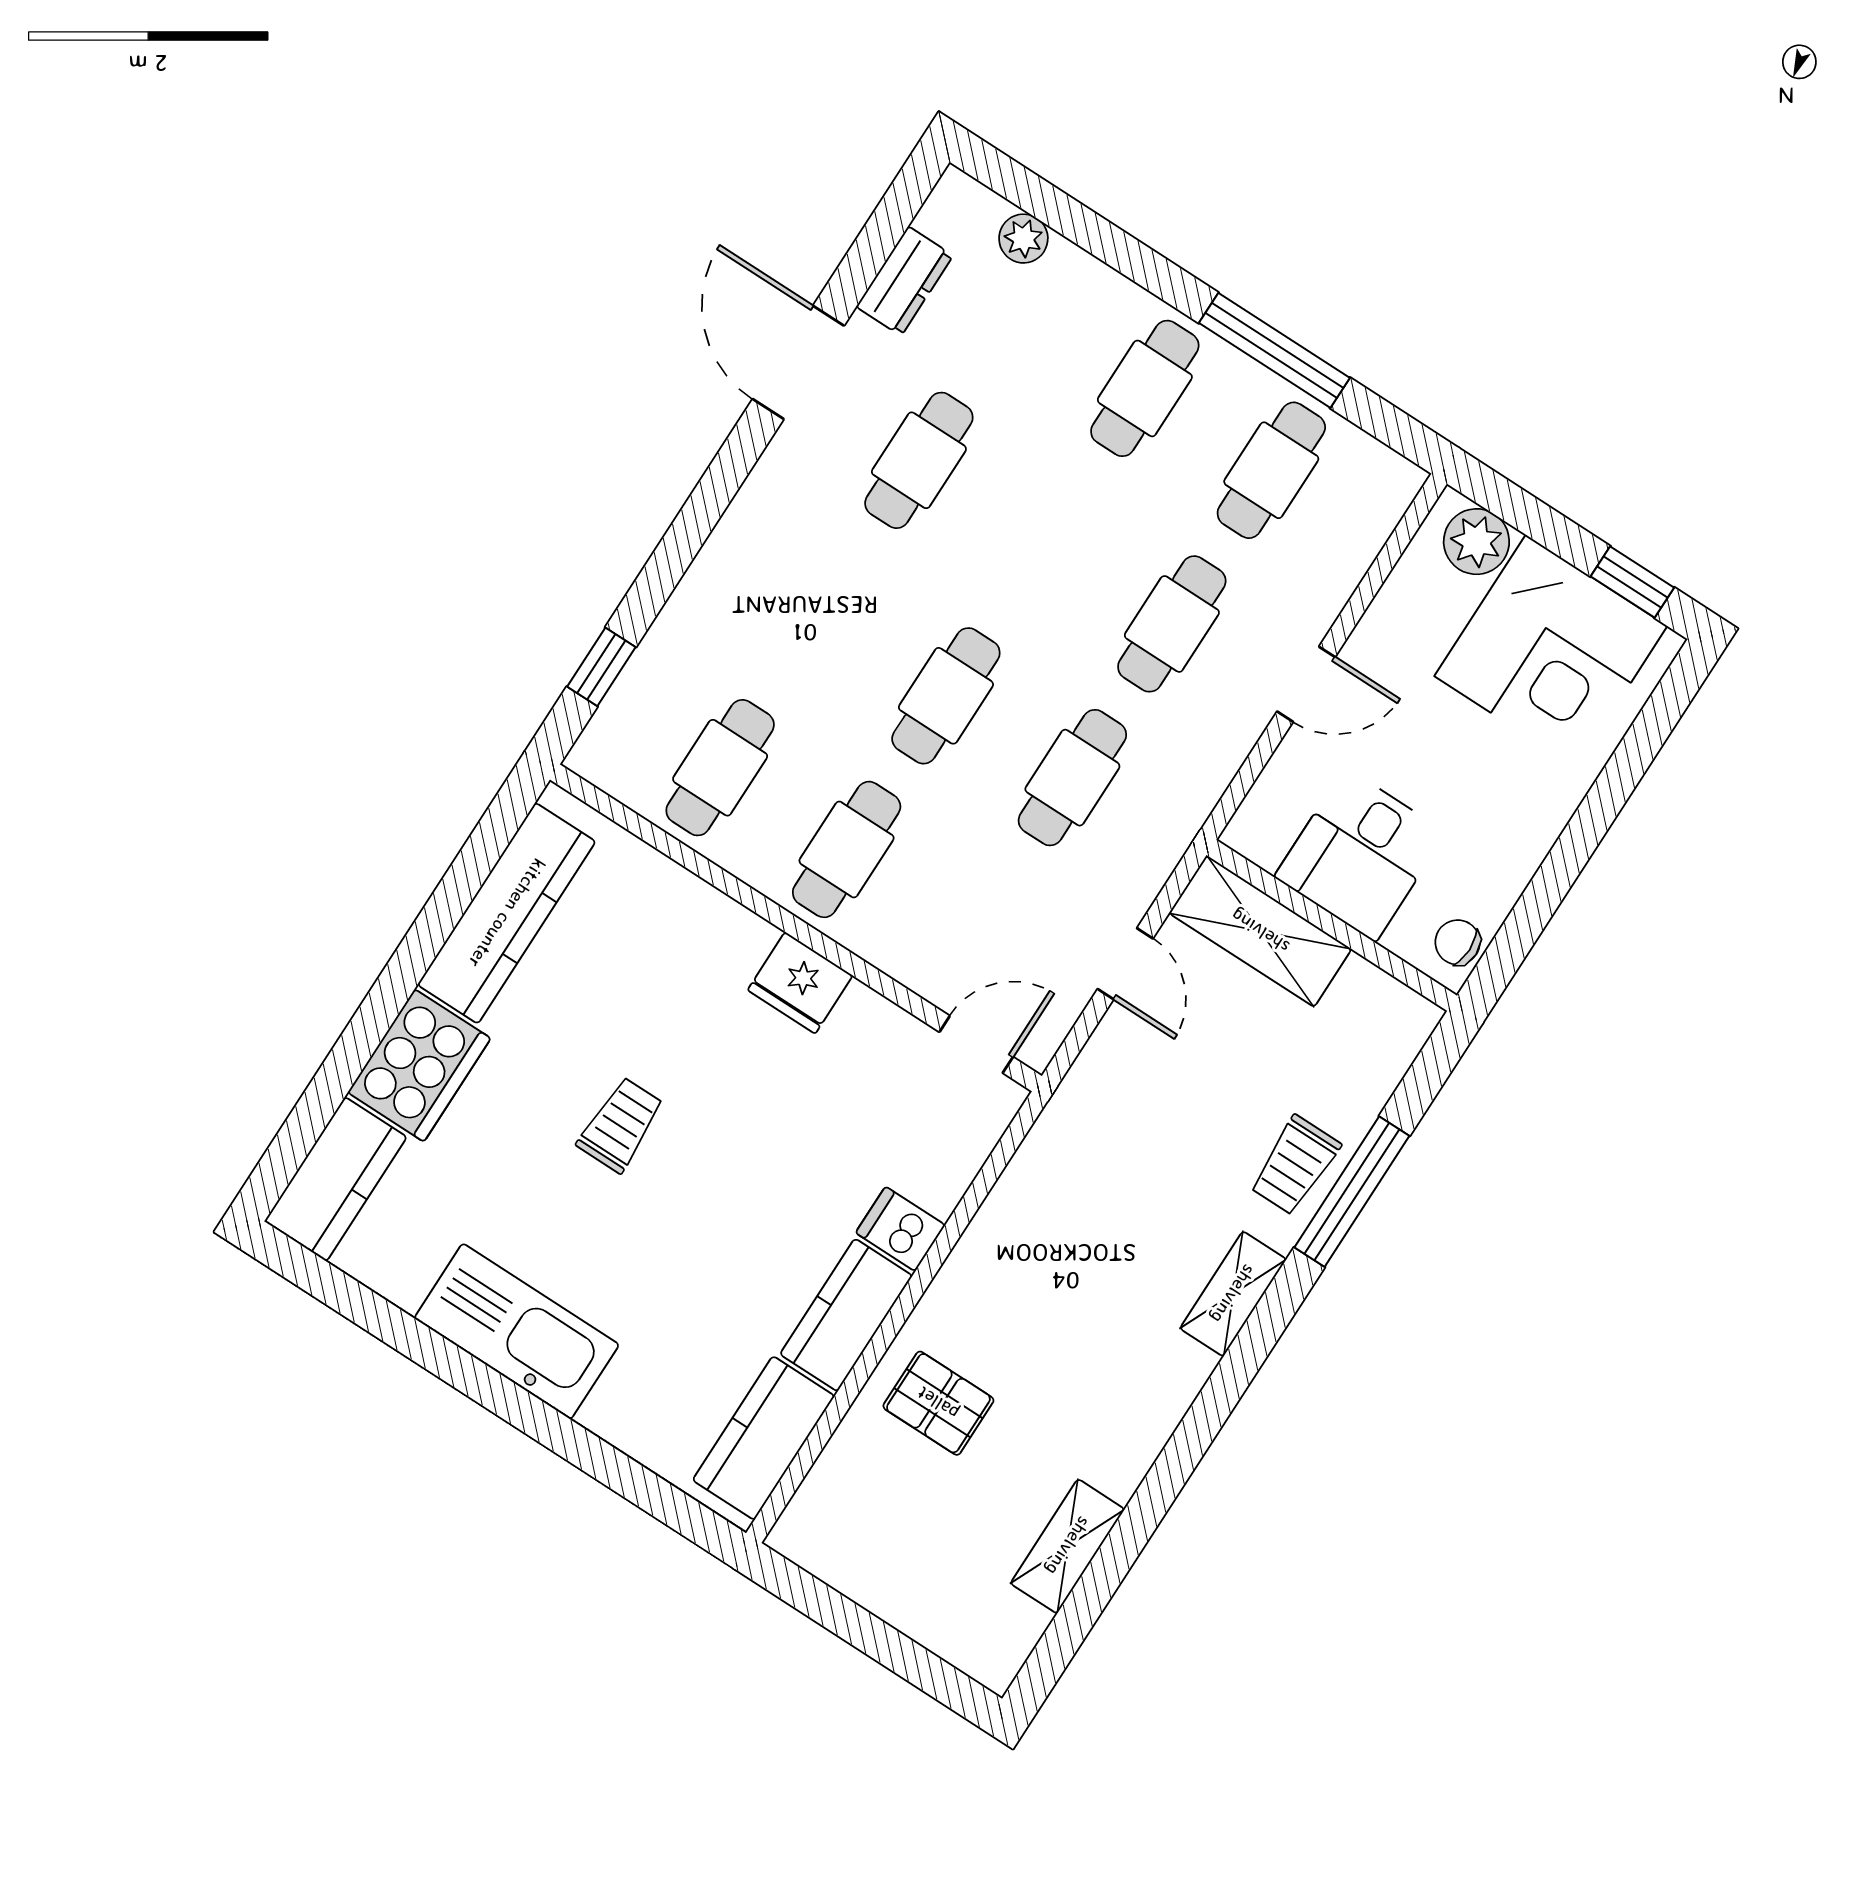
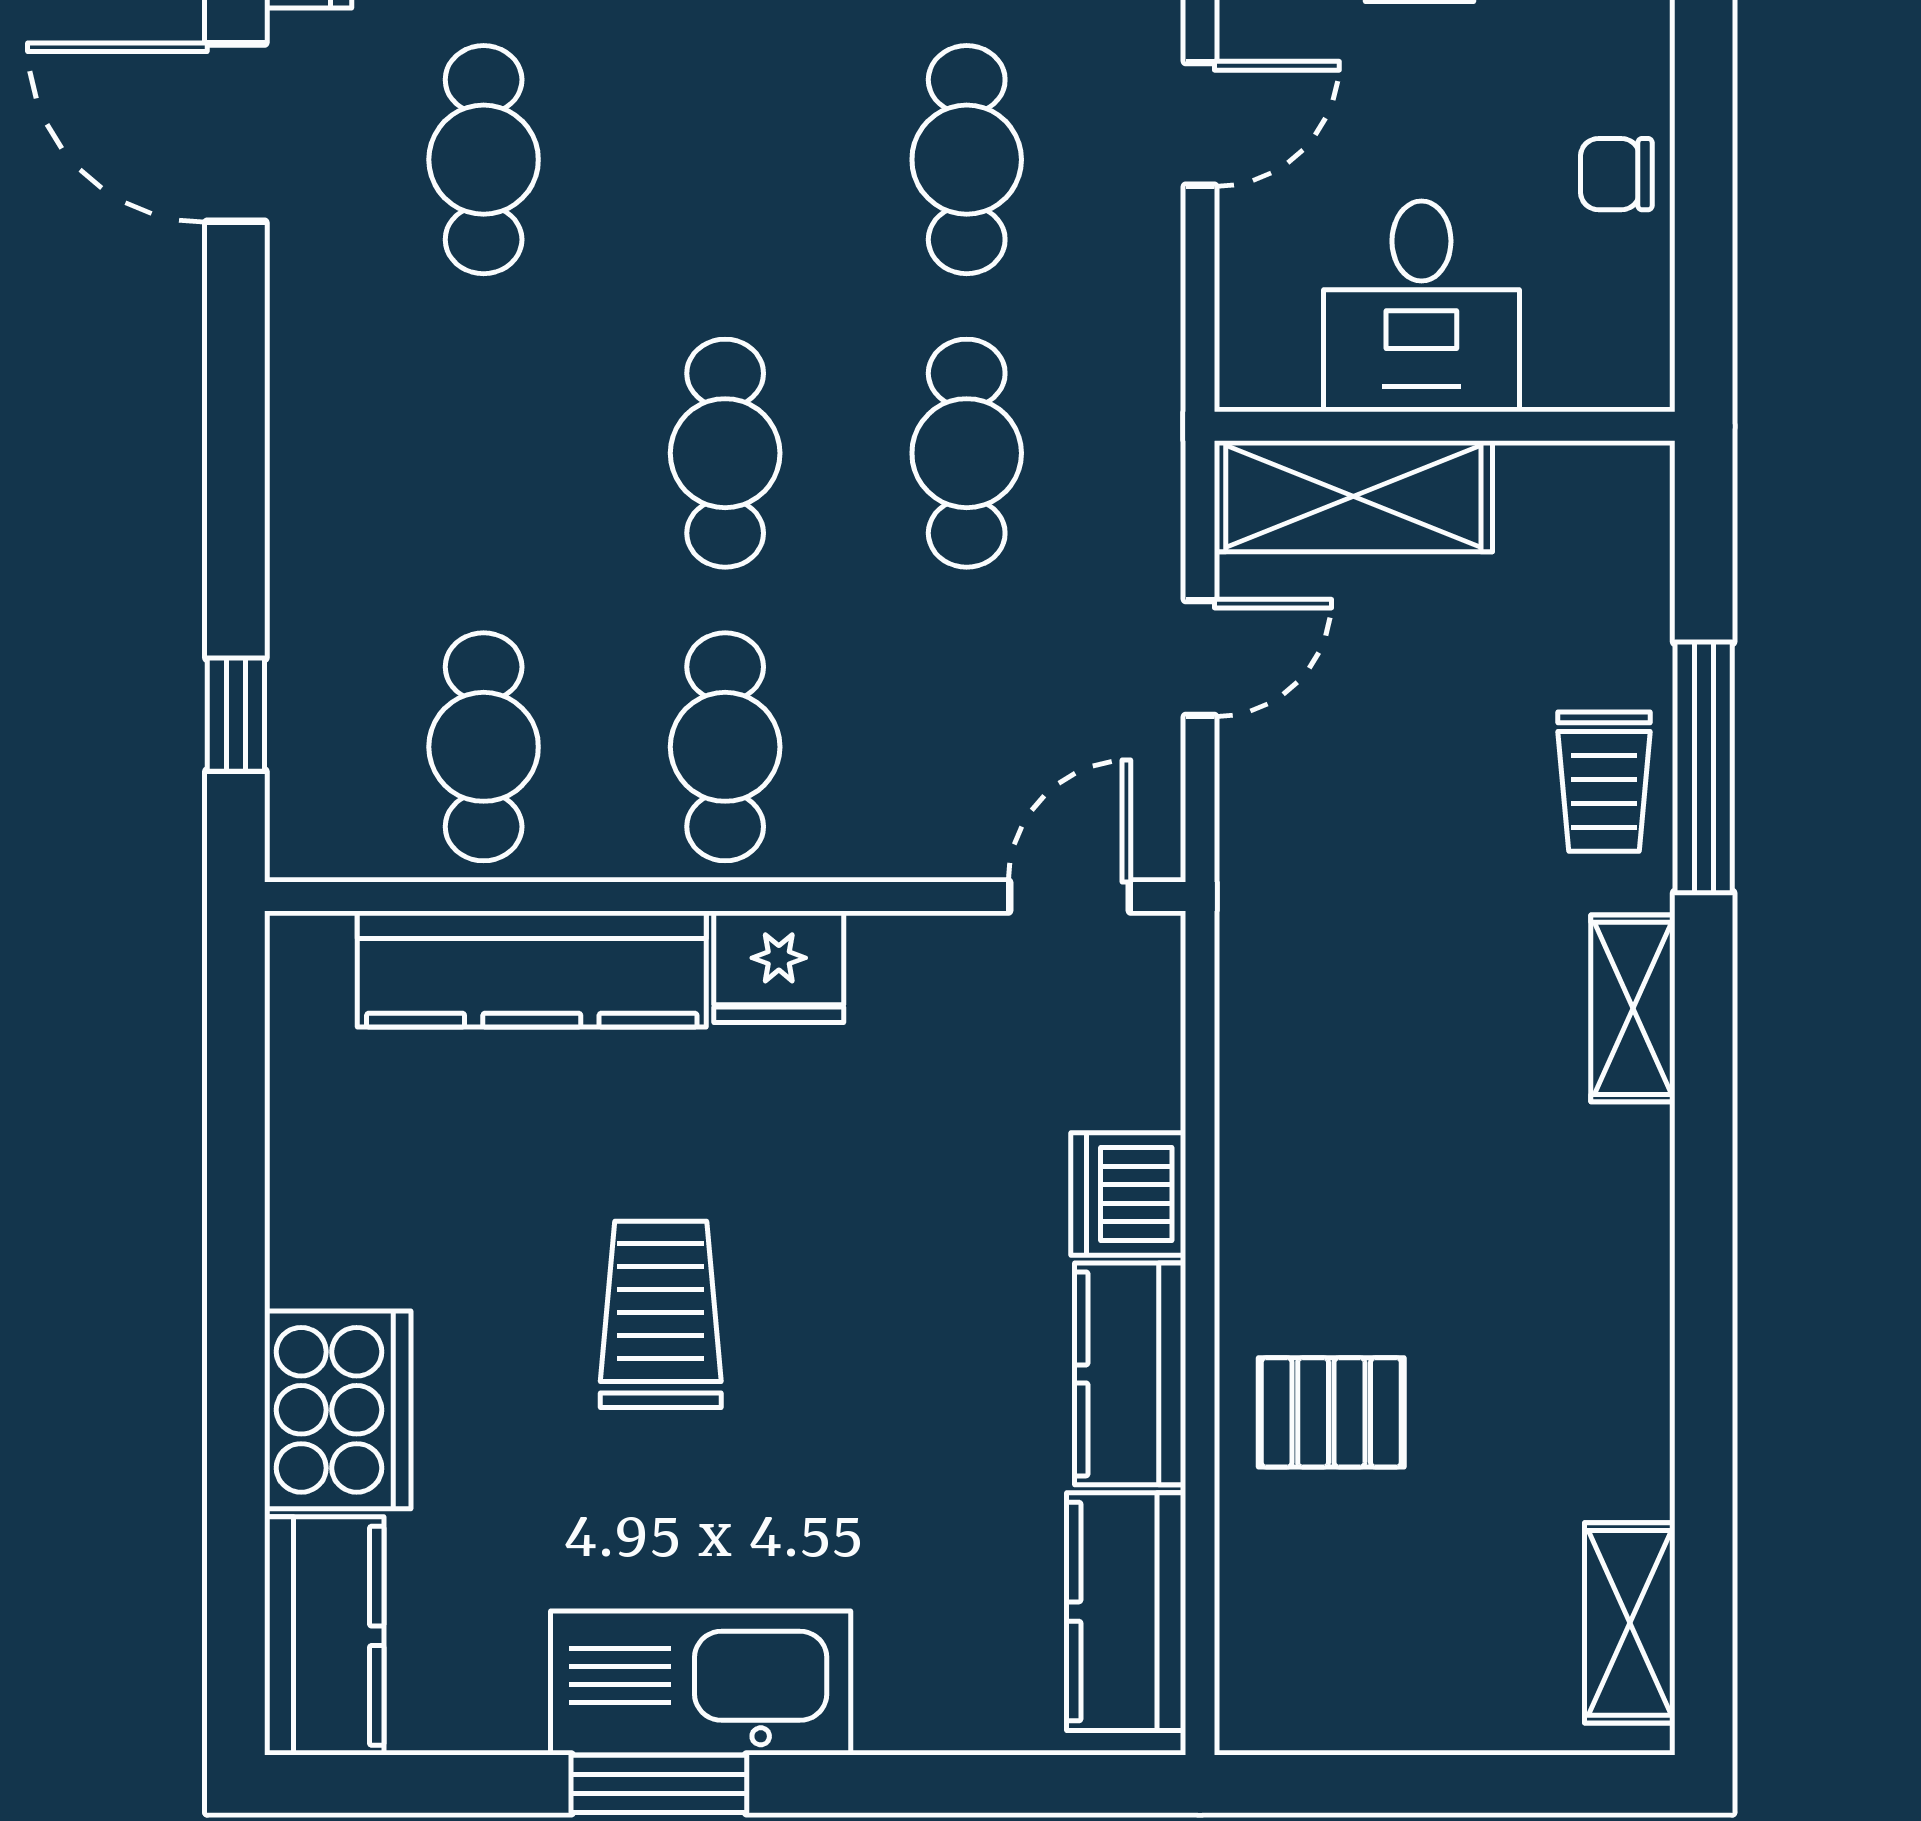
kitchen counter: (507, 913) -> (532, 969), moved, turned 90
chair: (1458, 942) -> (1616, 174), moved
door: (1125, 964) -> (1200, 658), hinge flipped
trolley: (621, 1125) -> (661, 1314), width x1.36, depth x1.39
dishwasher: (900, 1229) -> (1128, 1194), width x1.38
window: (461, 1370) -> (659, 1784), added
shelving: (1068, 1546) -> (1630, 1623), moved

